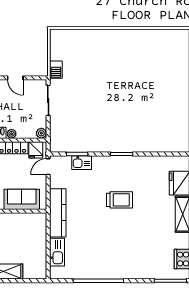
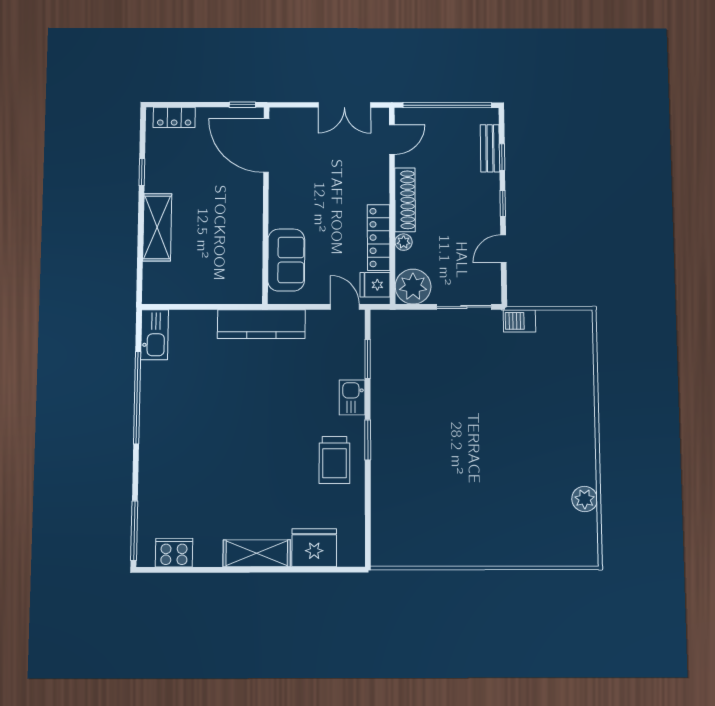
plant: (154, 36) -> (585, 499), added
plant: (41, 133) -> (413, 287), width x1.87, depth x1.87
kitchen sink: (82, 163) -> (352, 397), moved
trolley: (119, 200) -> (335, 460), moved
kitchen sink: (57, 252) -> (155, 335), moved, turned -90

